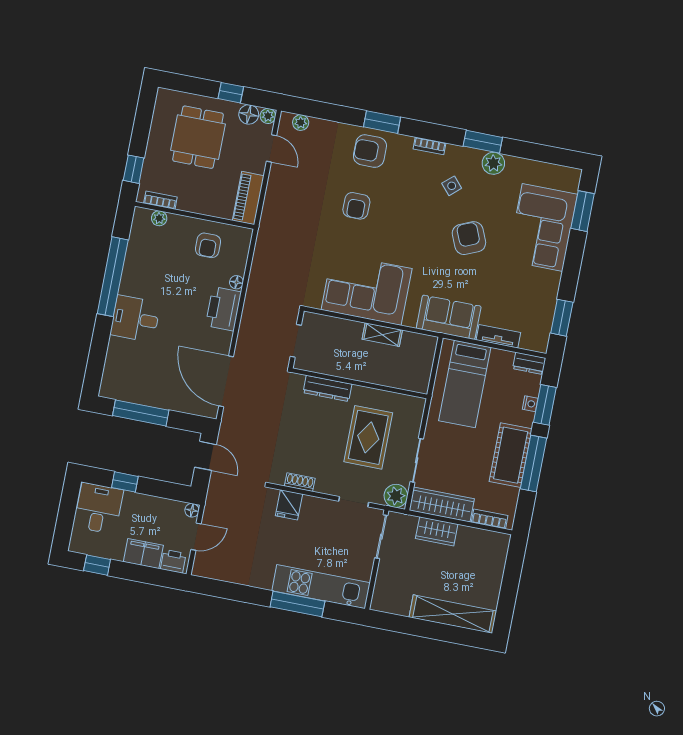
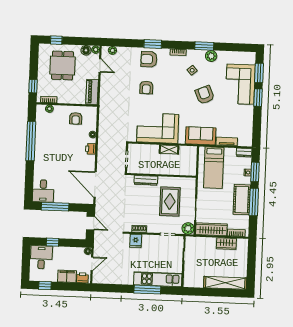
window: (231, 93) -> (56, 40), moved
printer: (223, 309) -> (91, 149), width x0.53, depth x0.68
window: (562, 318) -> (258, 98), moved
desk: (135, 319) -> (43, 191), moved, turned -90
wardrobe: (437, 531) -> (226, 244), moved

